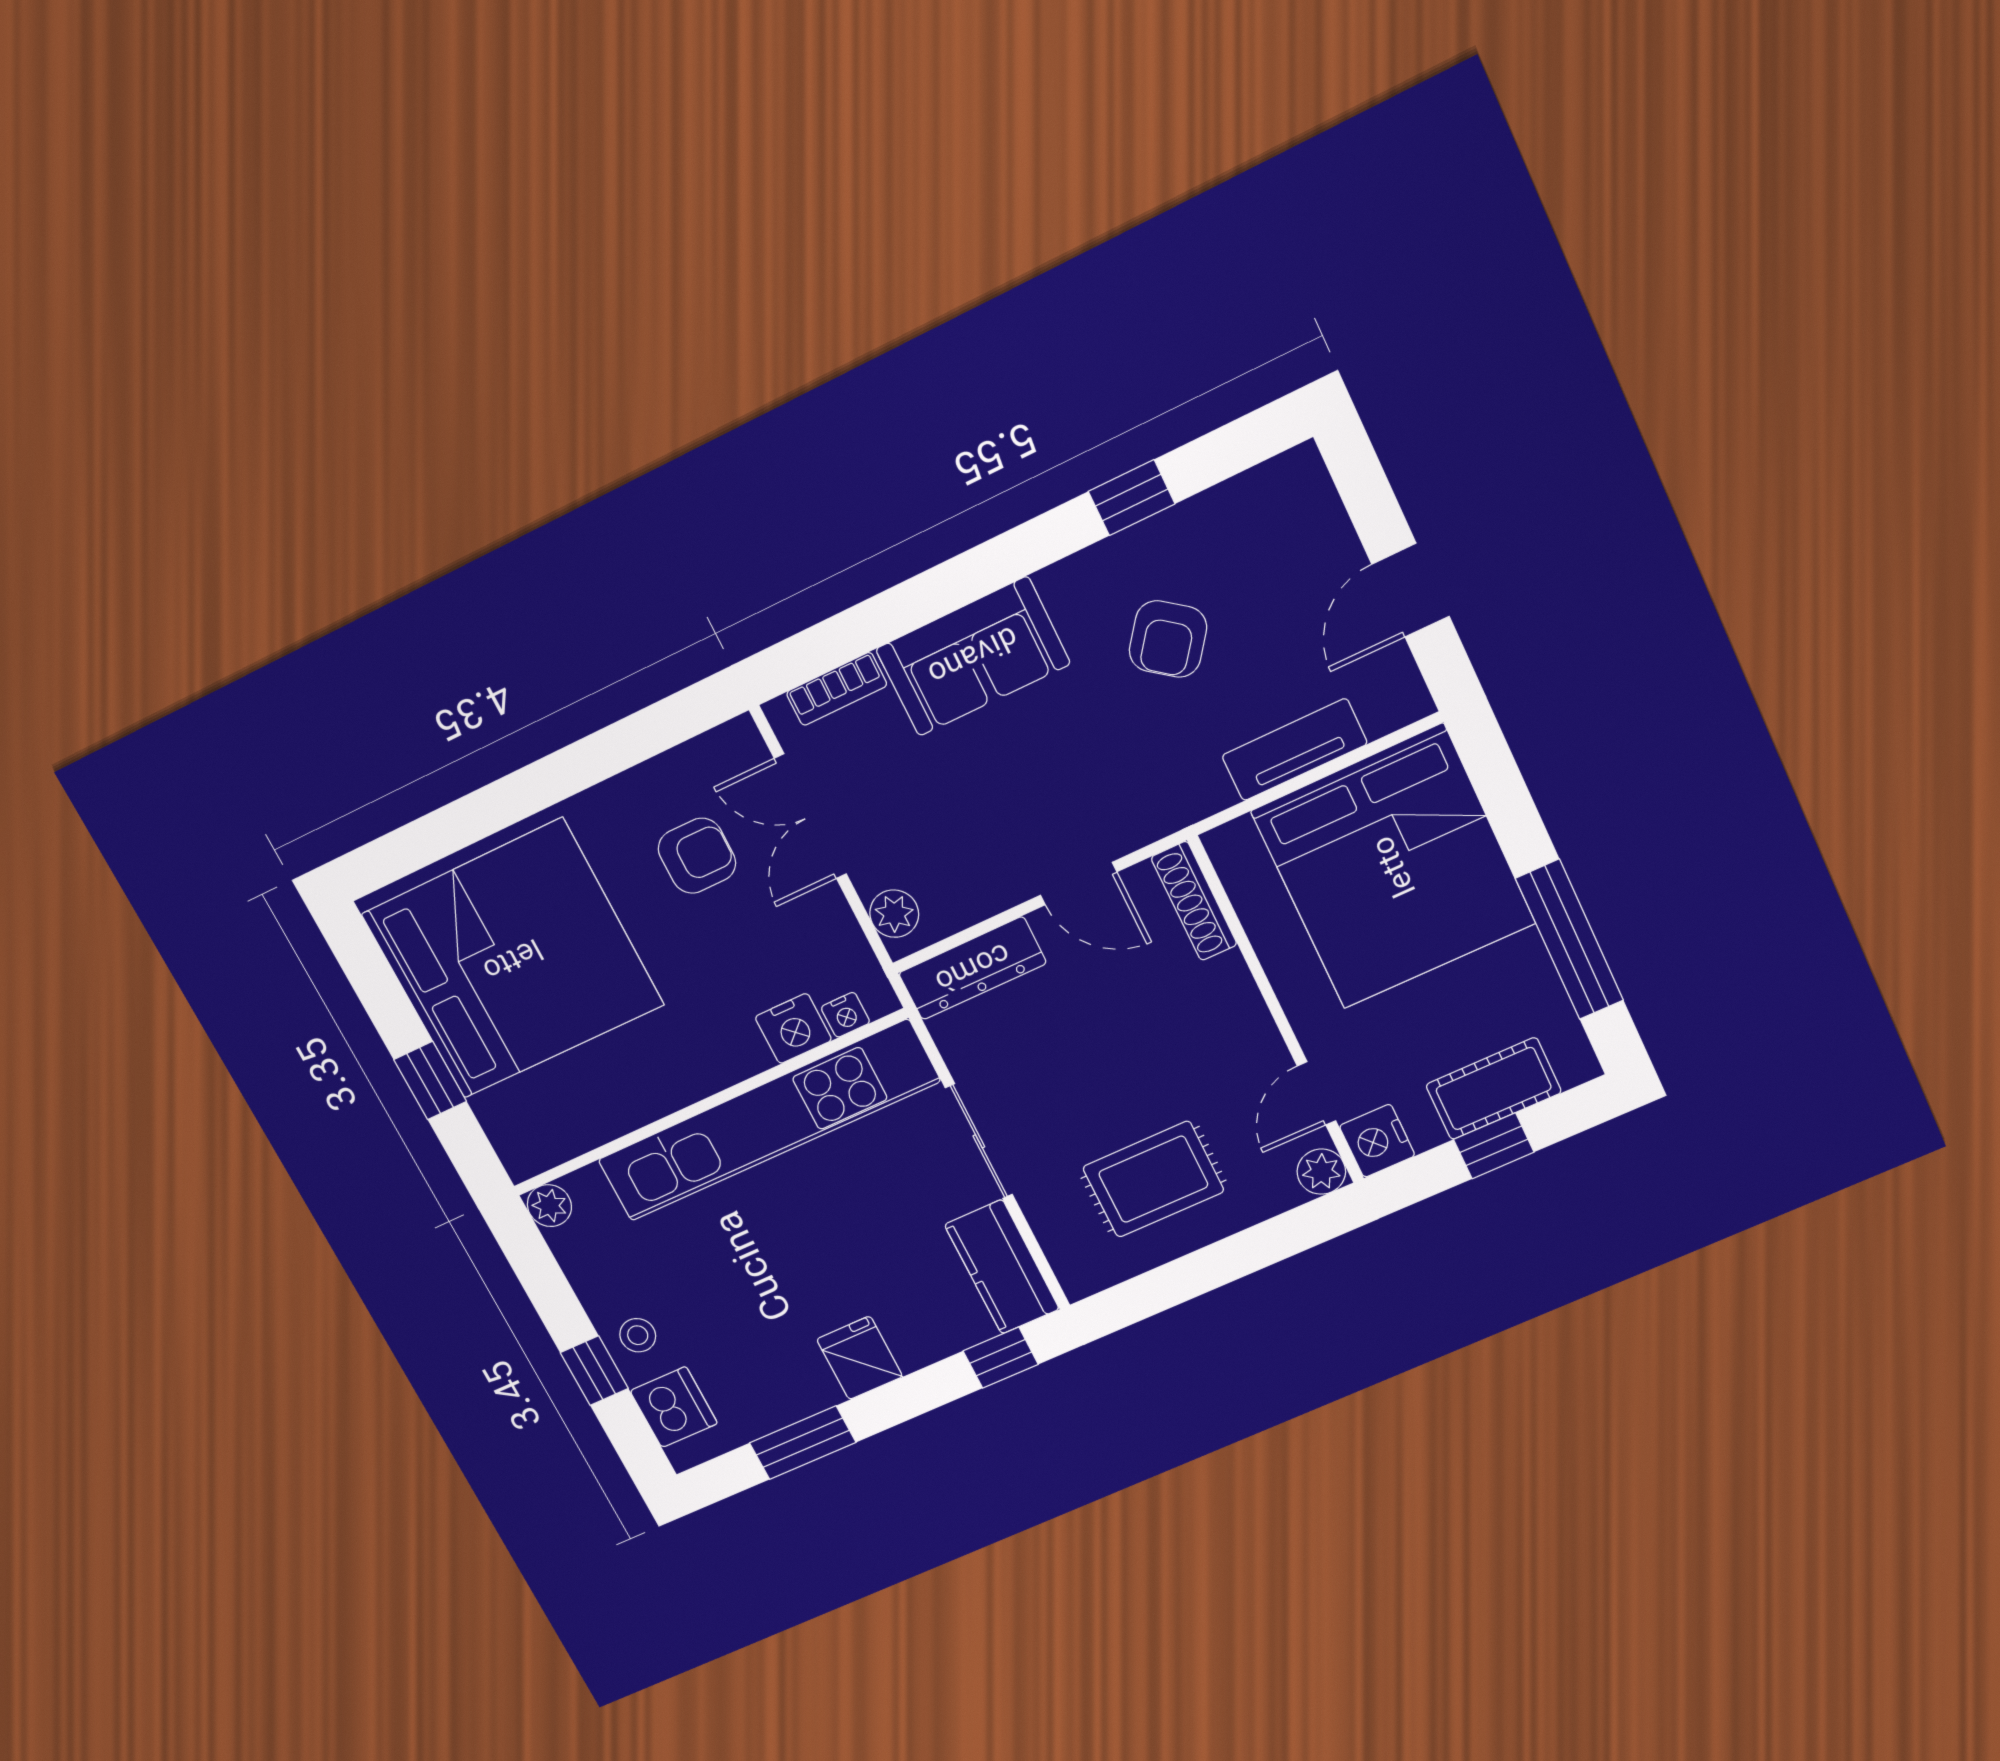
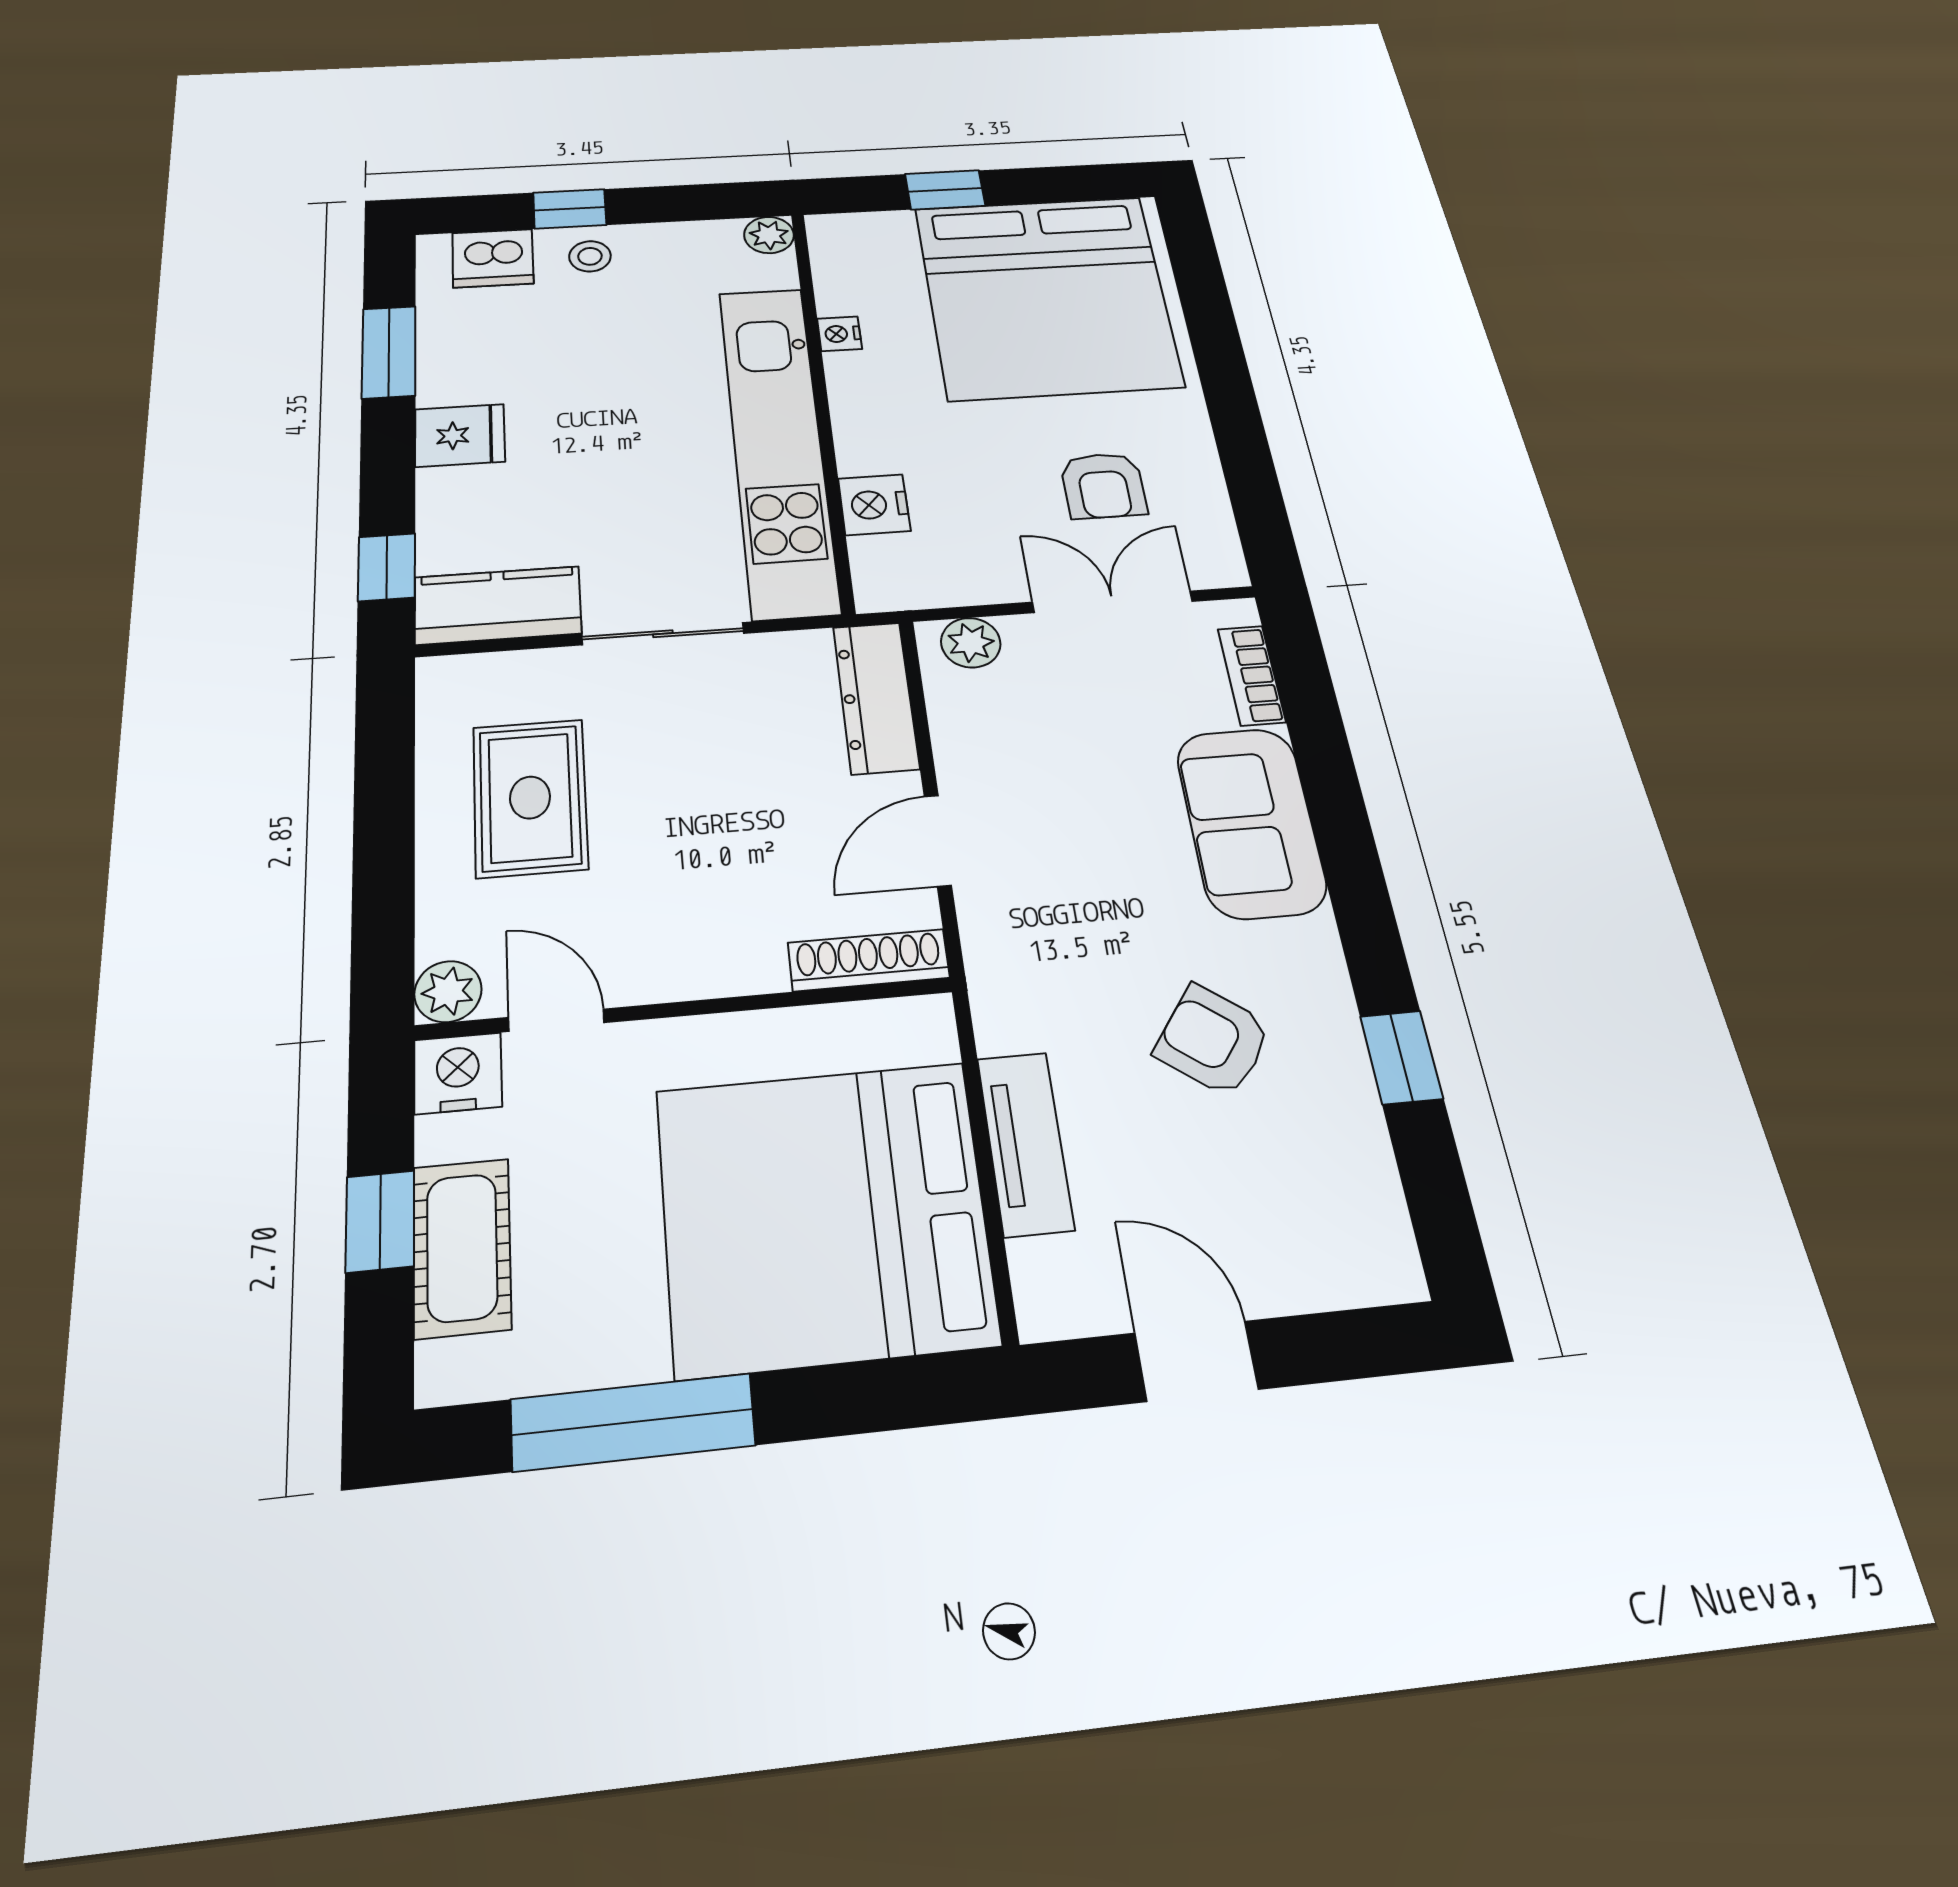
nightstand: (845, 1015) -> (840, 334), moved

